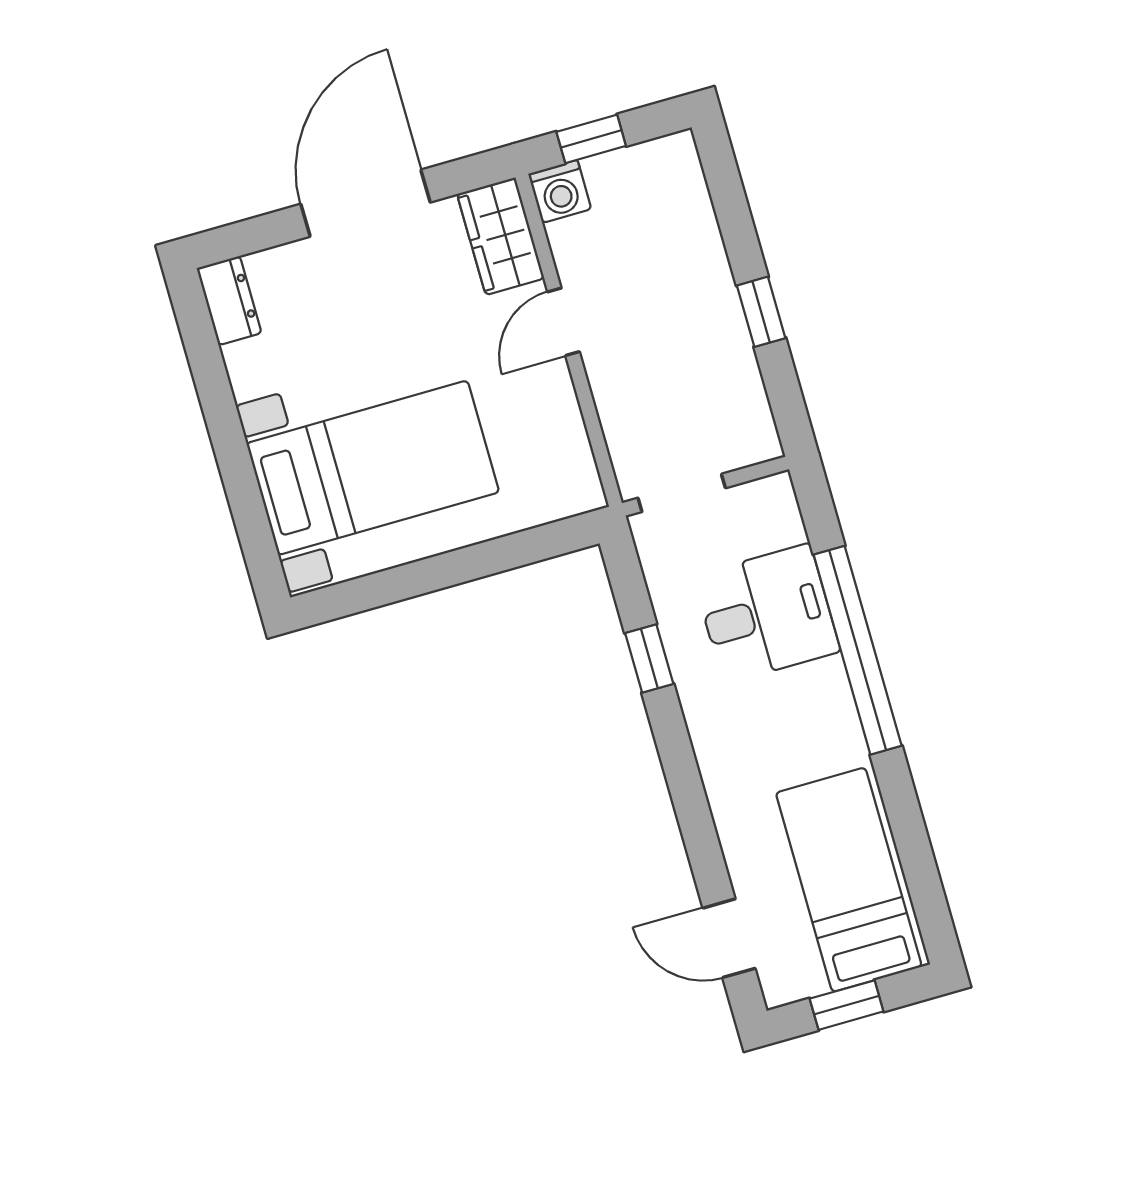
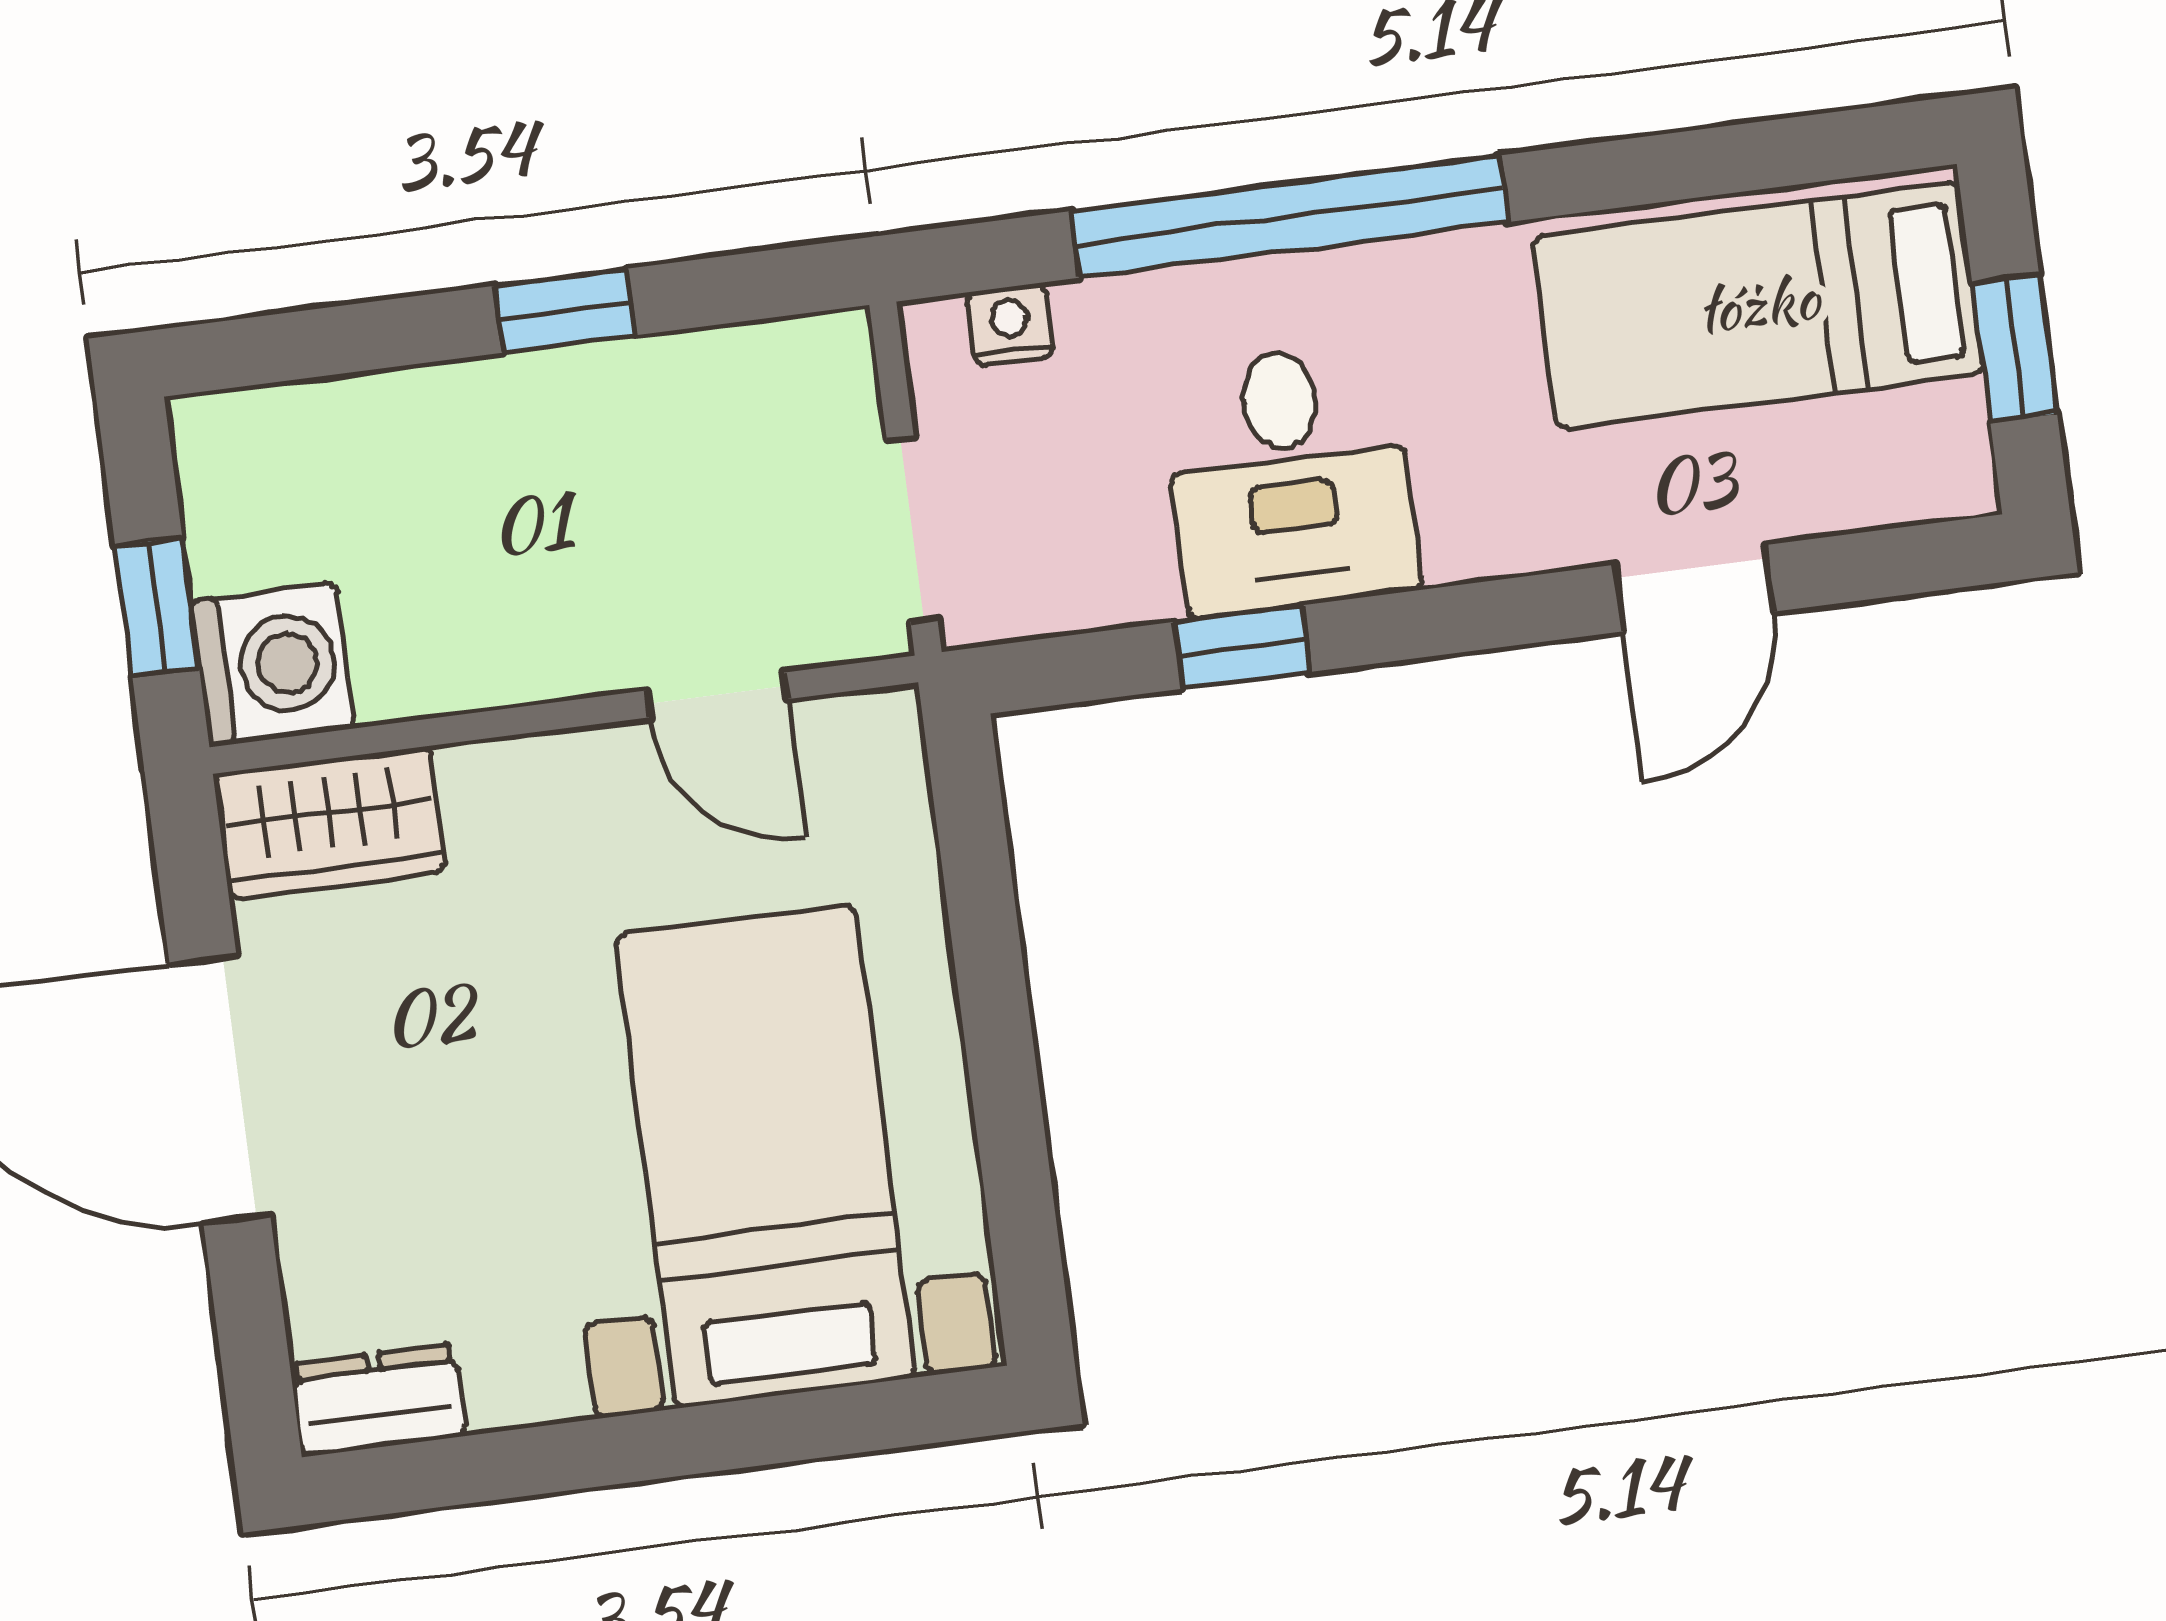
washing machine: (560, 191) -> (273, 665), width x1.38, depth x1.38
door: (563, 322) -> (716, 695), moved
nightstand: (786, 525) -> (1010, 324), added
desk: (767, 614) -> (1290, 479), moved, turned 180
door: (729, 938) -> (1694, 588), moved

